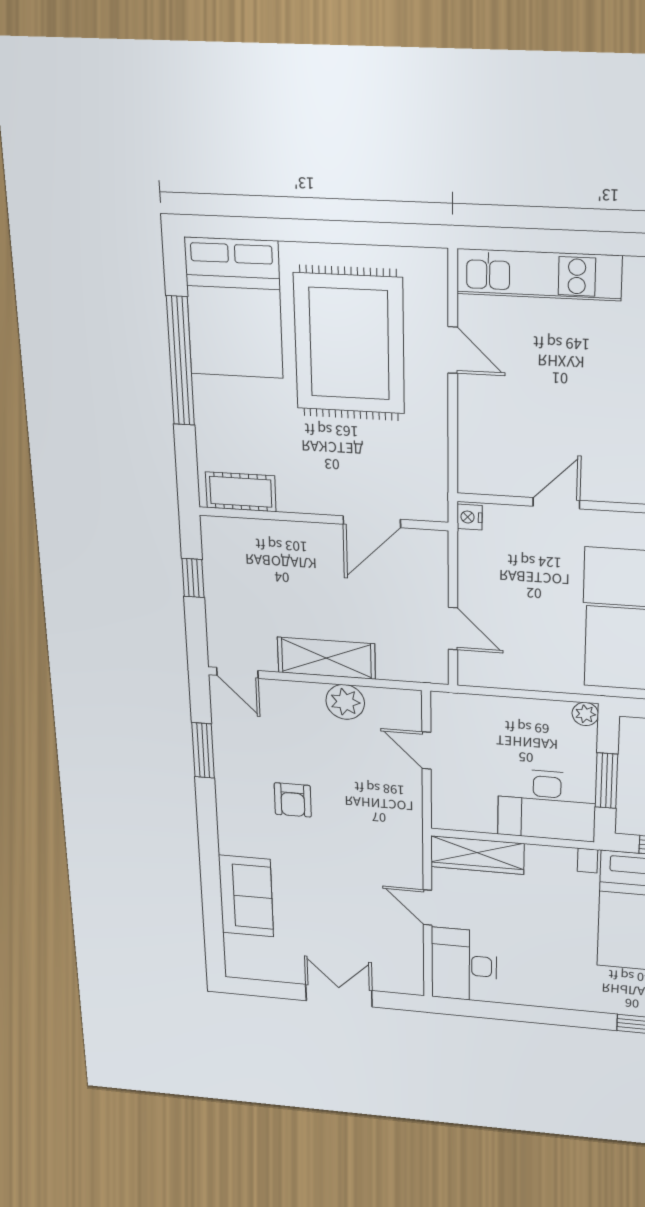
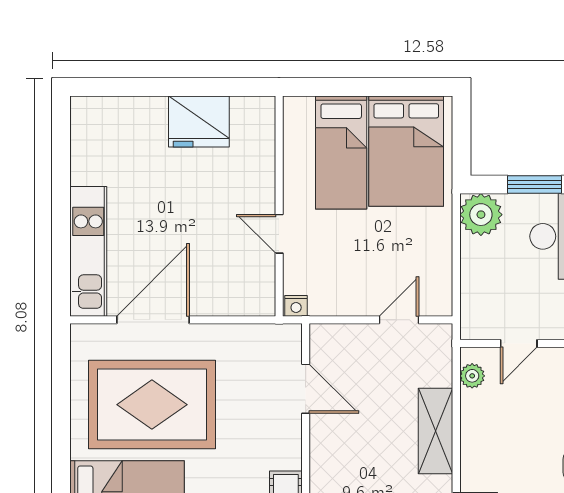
door: (453, 350) -> (153, 320), width x1.88
plant: (345, 702) -> (472, 376), moved, width x0.73, depth x0.73
plant: (585, 714) -> (481, 215), width x1.88, depth x1.88

